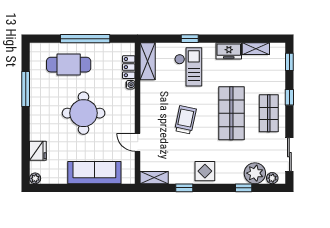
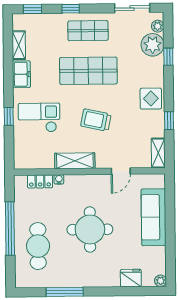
shelving: (148, 61) -> (75, 161), moved

